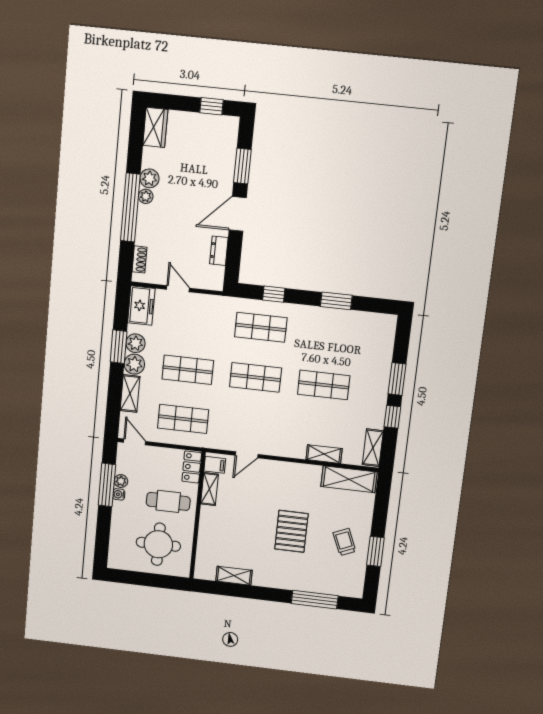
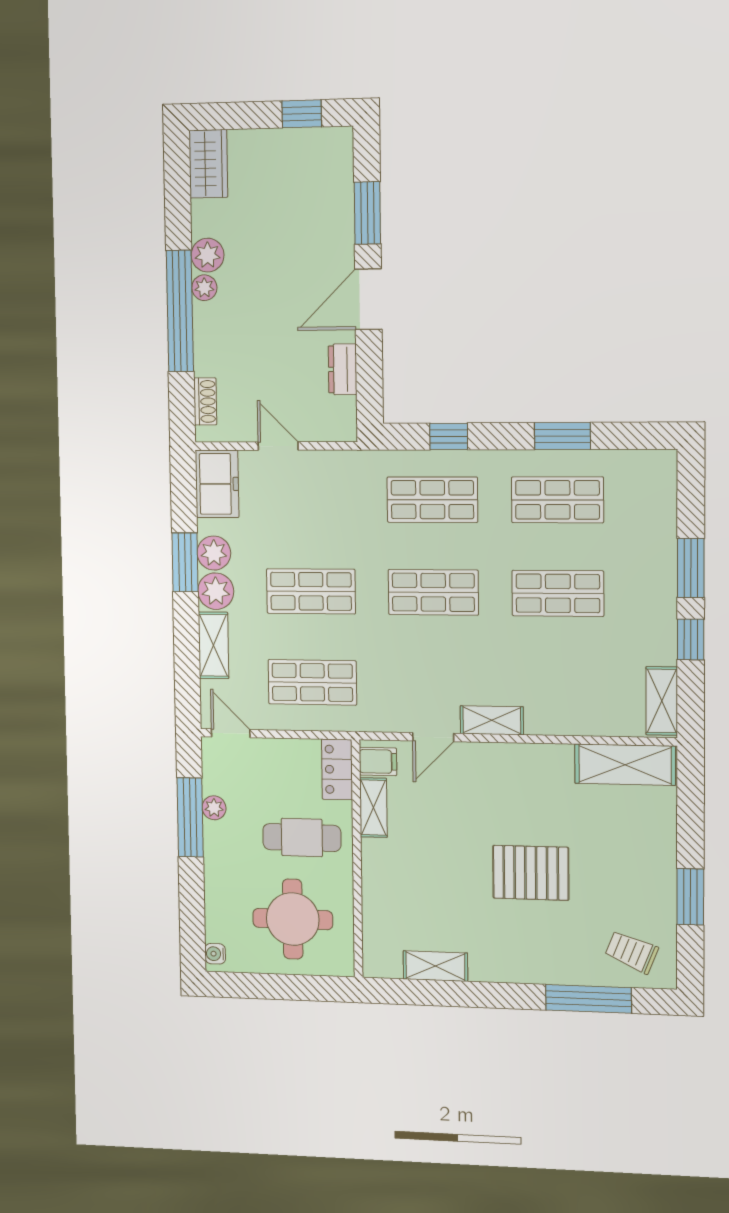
shop shelf: (329, 335) -> (557, 500), added
shelving: (324, 454) -> (492, 720), moved
water cooler: (119, 494) -> (215, 954), moved
pallet: (291, 531) -> (531, 873), turned 90
trolley: (344, 542) -> (632, 952), moved, turned -45

